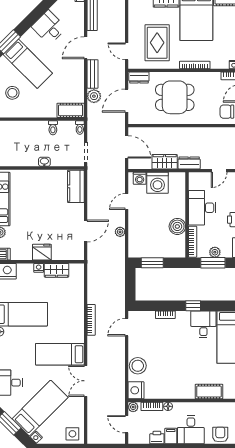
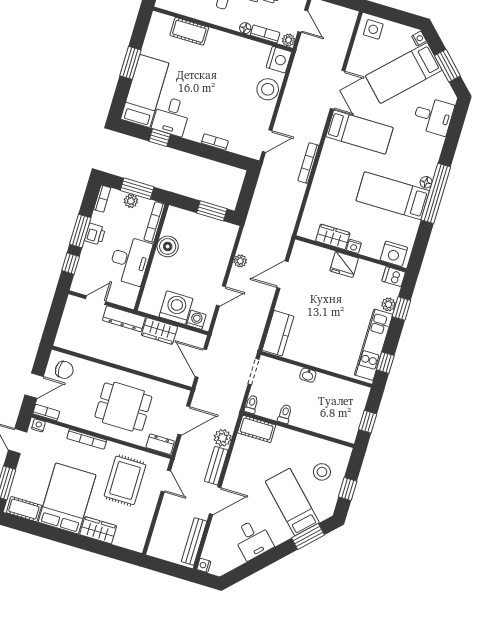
dresser: (189, 163) -> (124, 319), width x1.44
window: (193, 306) -> (160, 138), moved

